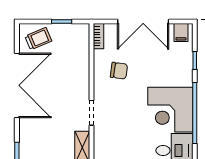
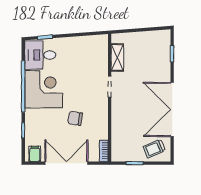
chair: (119, 71) -> (75, 118), moved

